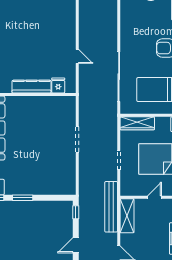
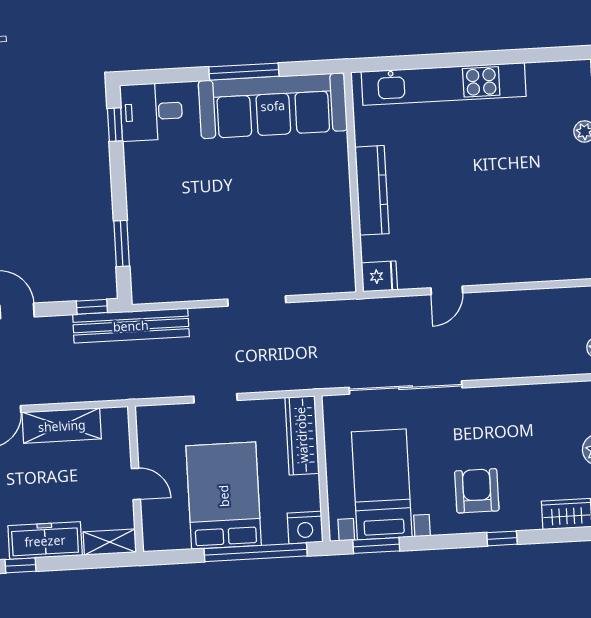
fridge: (58, 85) -> (379, 276), moved
window: (23, 198) -> (122, 244), moved
bench: (111, 207) -> (131, 326), moved
shelving: (127, 216) -> (62, 426), moved

